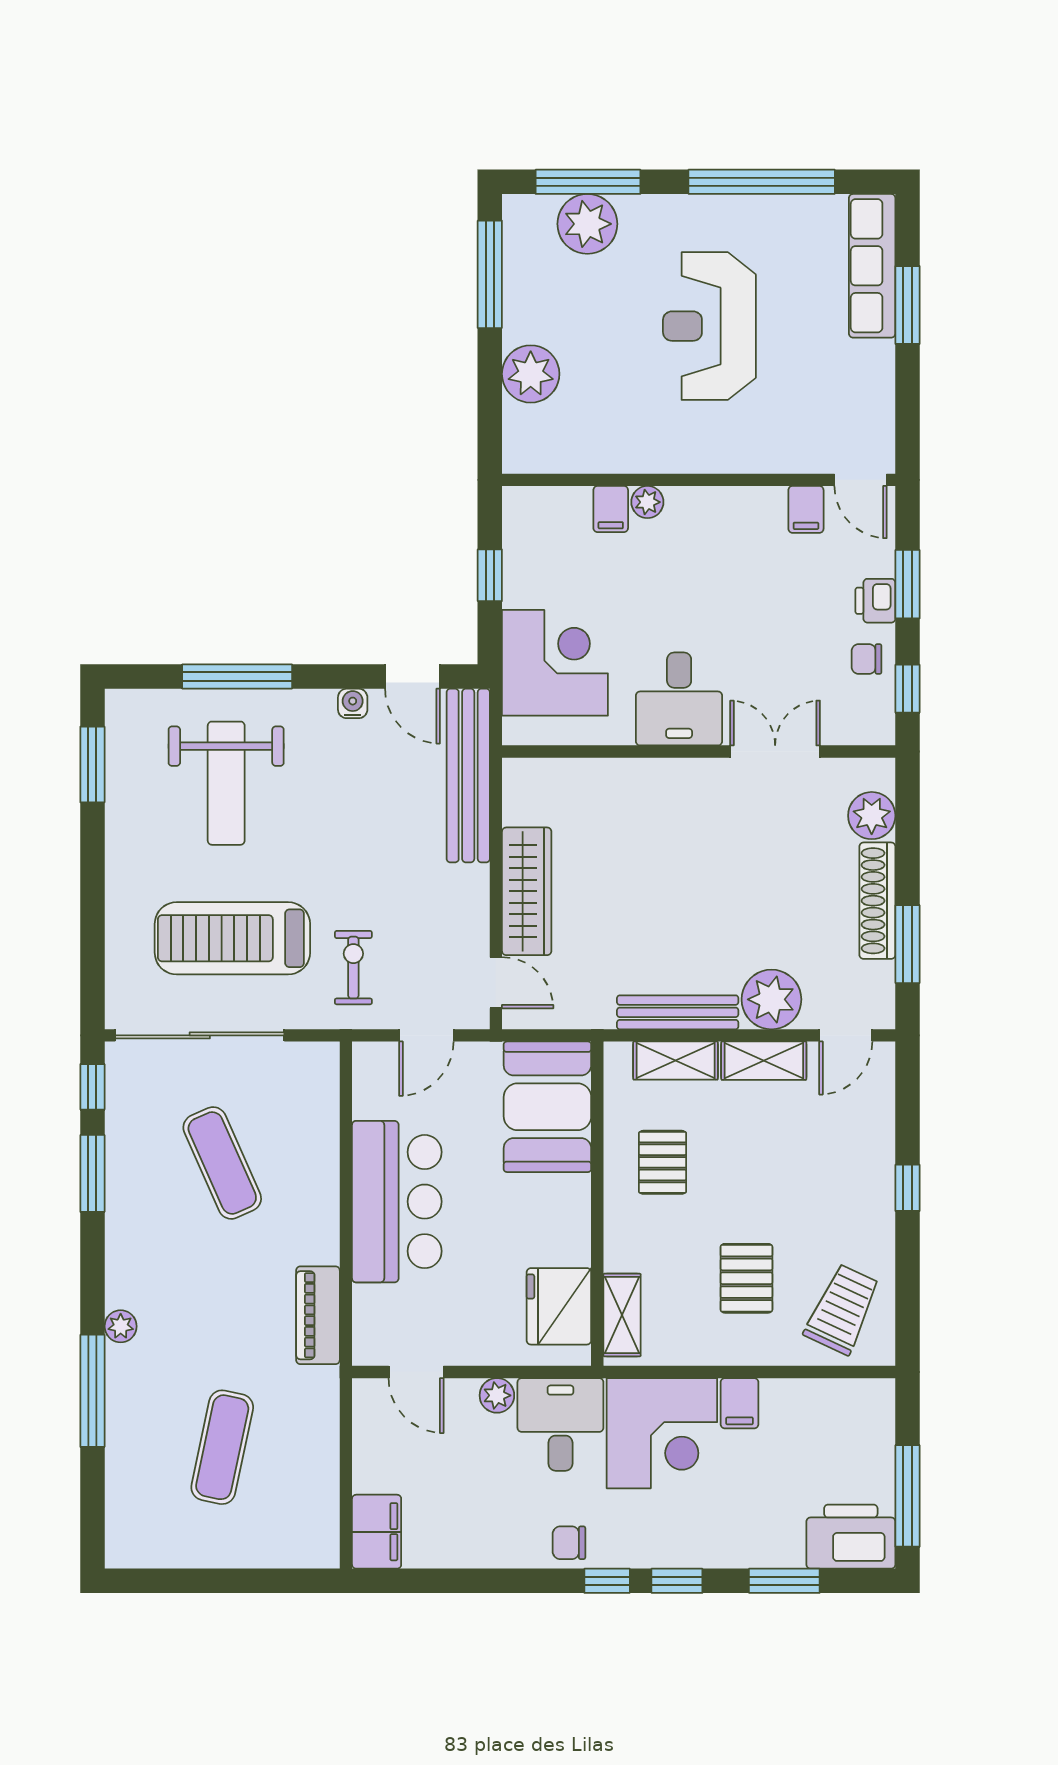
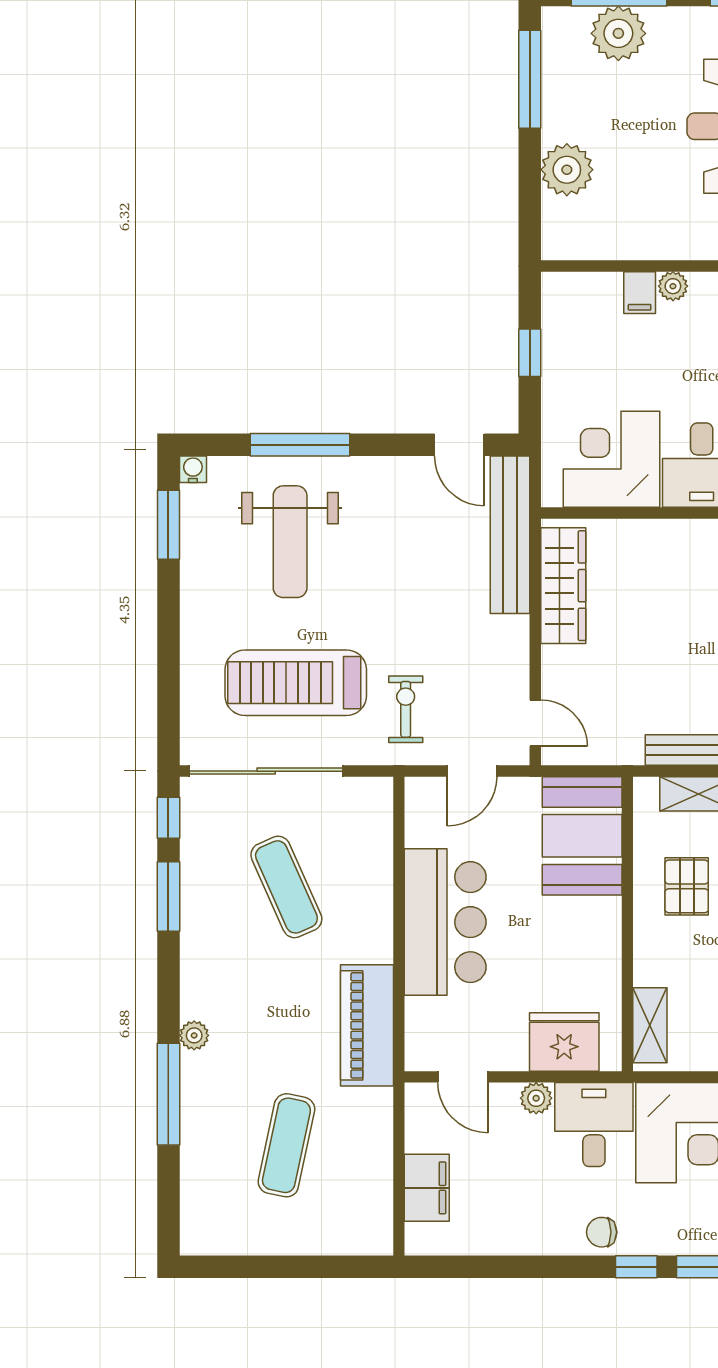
corner desk: (555, 663) -> (611, 459), moved, turned -90
water cooler: (353, 703) -> (193, 469), moved
wardrobe: (527, 891) -> (563, 586), moved
fridge: (559, 1306) -> (564, 1042), moved, turned 90
piano: (318, 1315) -> (367, 1025), width x1.37, depth x1.33
filing cabinet: (377, 1532) -> (427, 1188), moved

